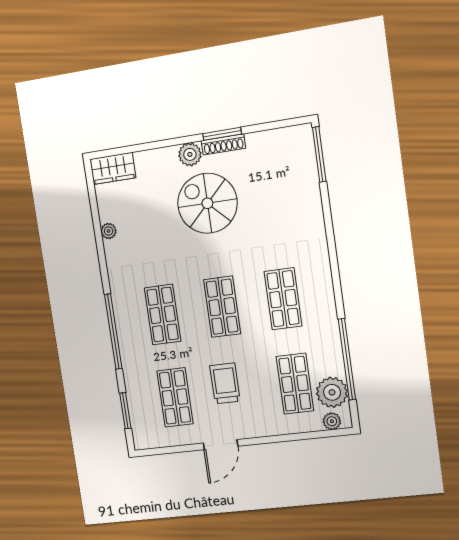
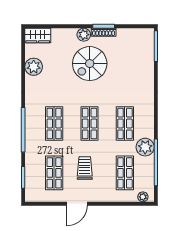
spiral stairs: (207, 203) -> (90, 64), turned -90
plant: (109, 231) -> (34, 67), width x1.87, depth x1.87
plant: (332, 392) -> (145, 147), moved

